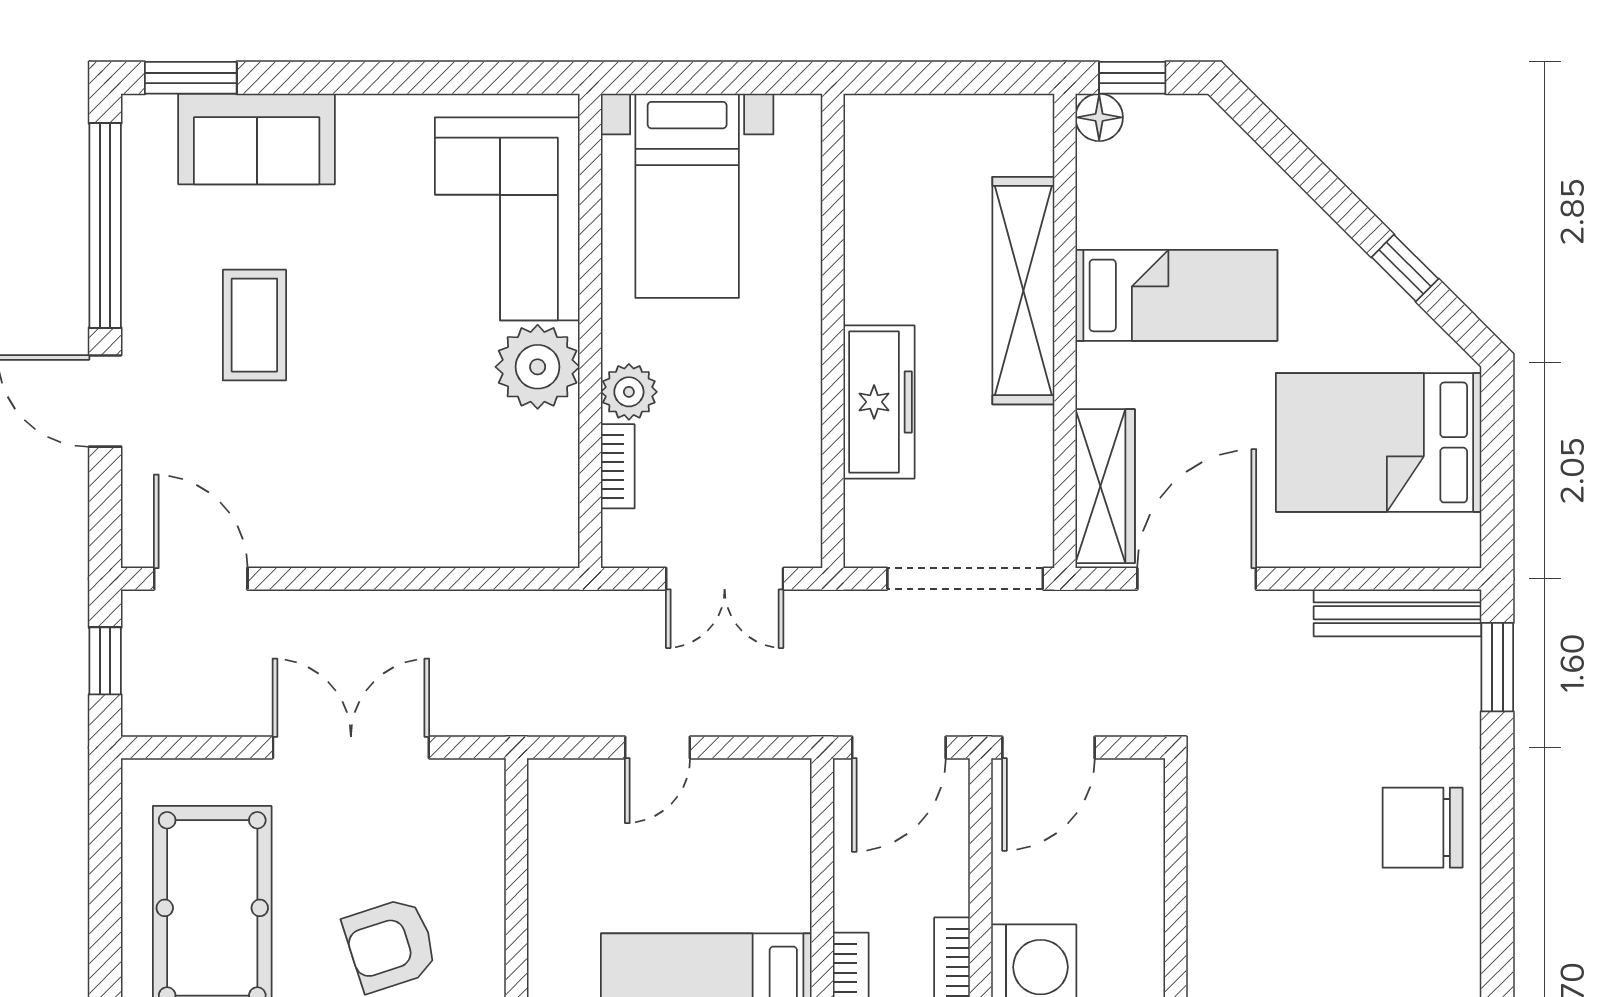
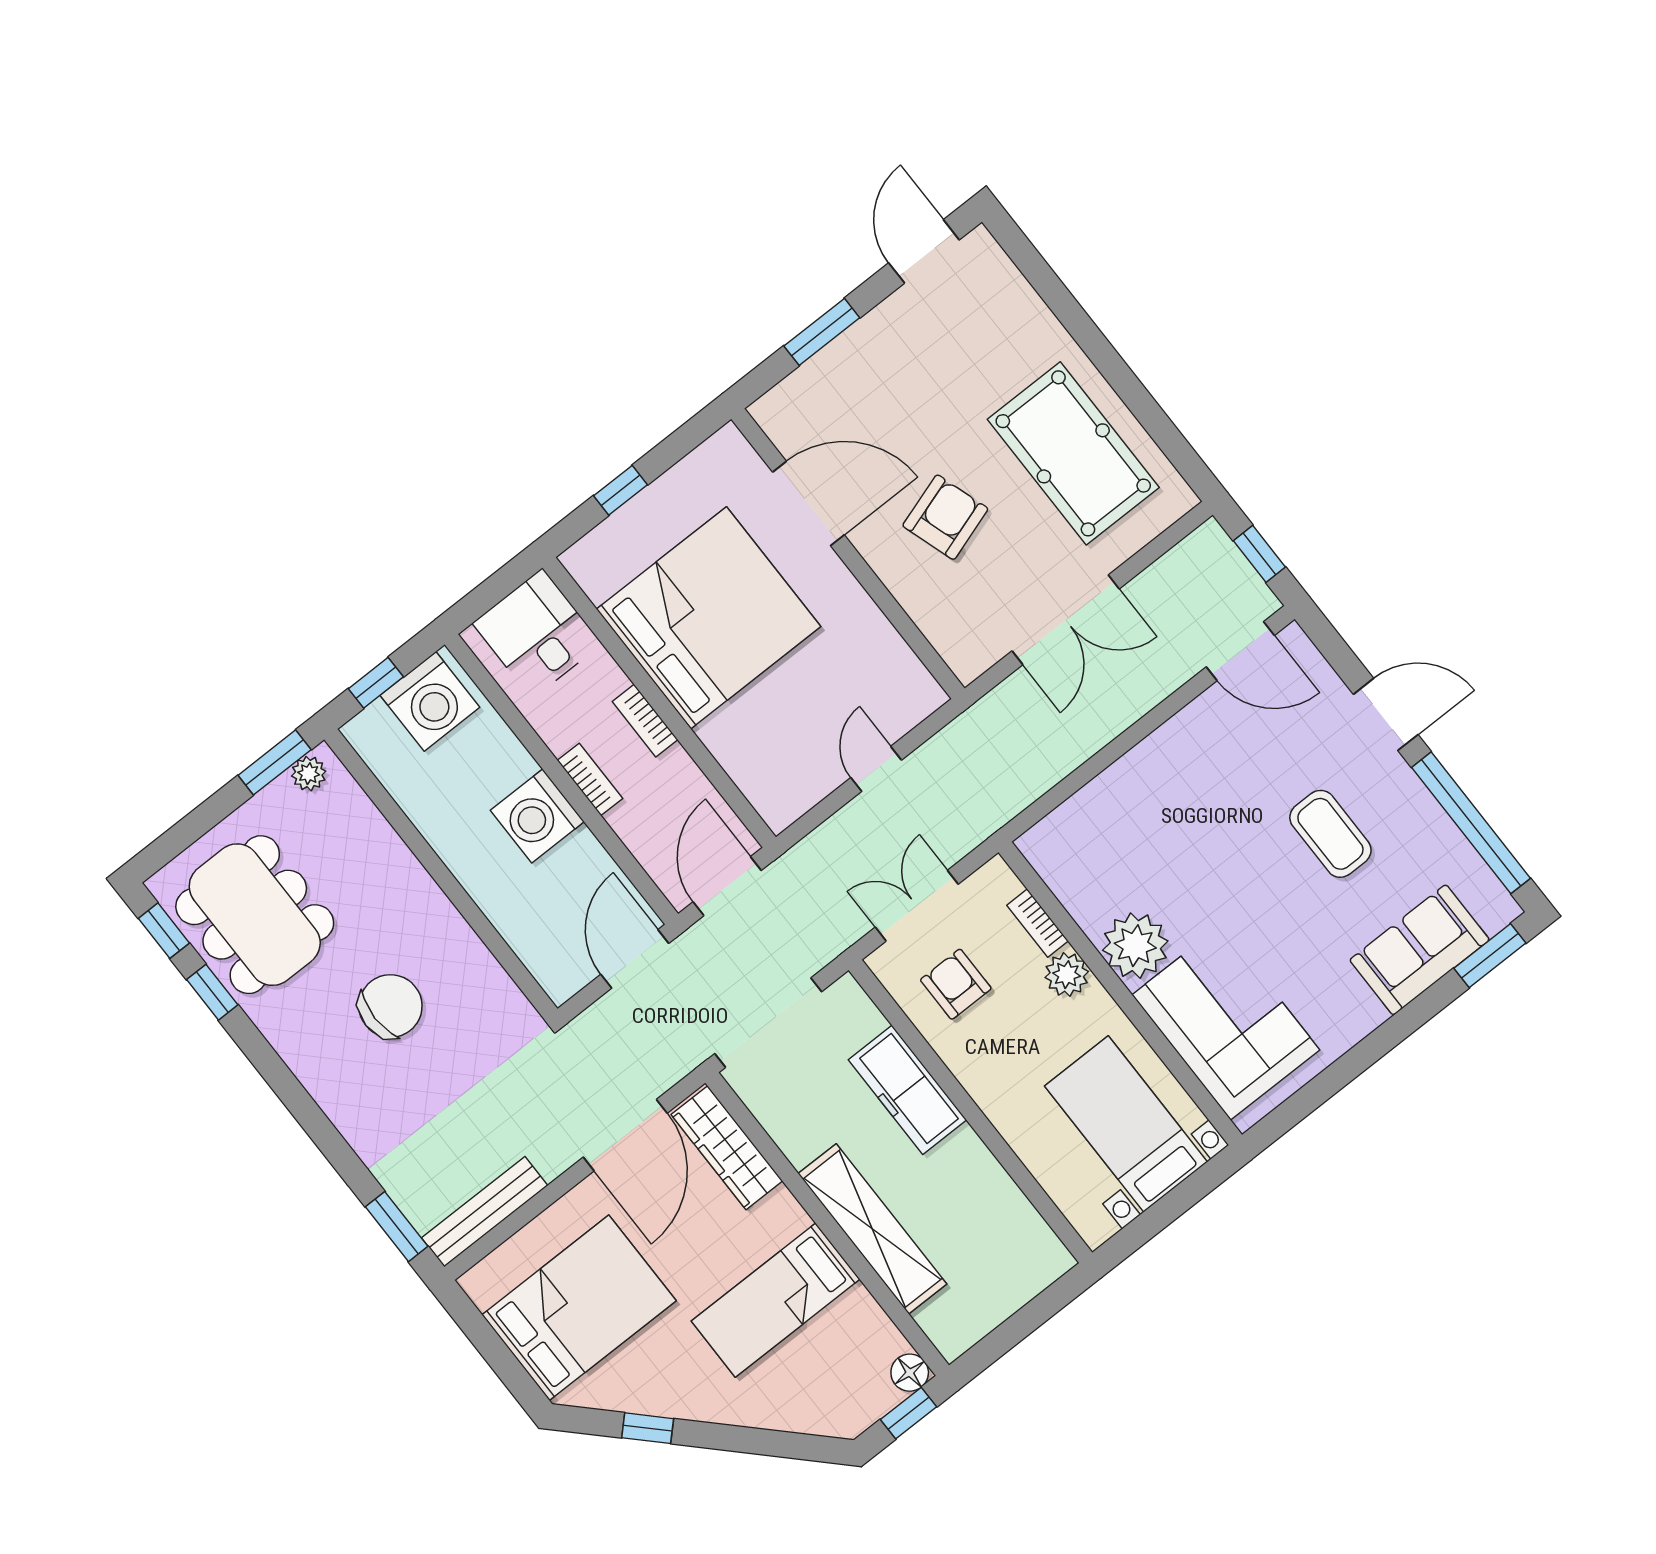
armchair: (747, 470) -> (956, 984), added
chair: (1423, 828) -> (390, 1006), moved

